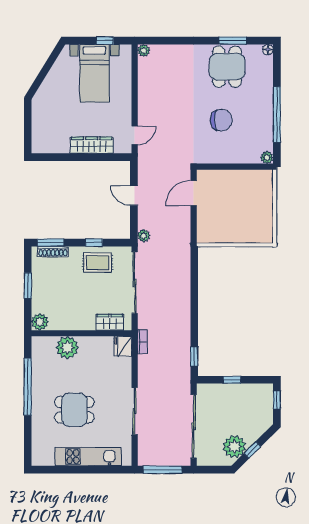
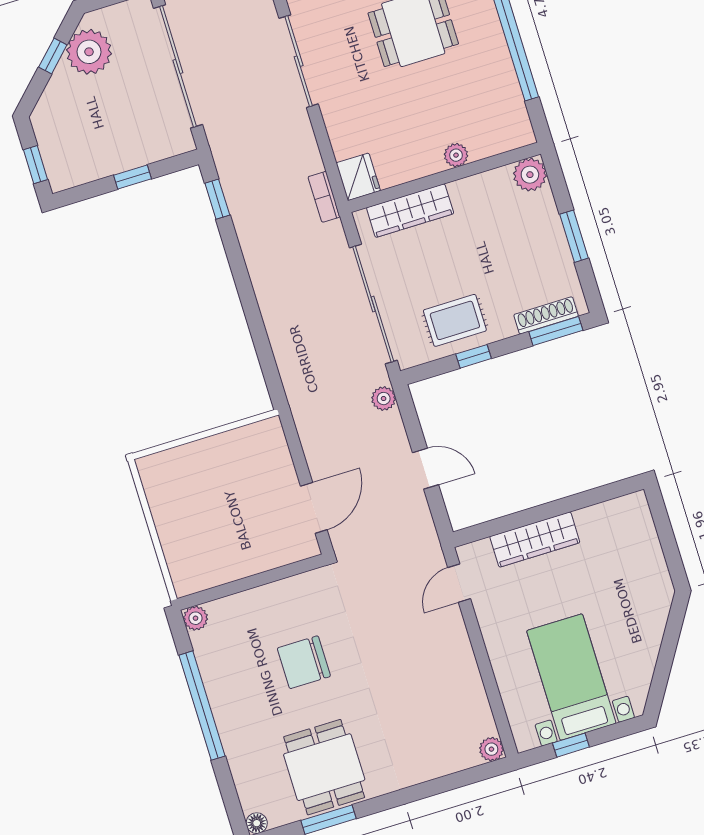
wardrobe: (110, 322) -> (410, 211), width x1.50
plant: (67, 348) -> (456, 155), width x0.53, depth x0.53

